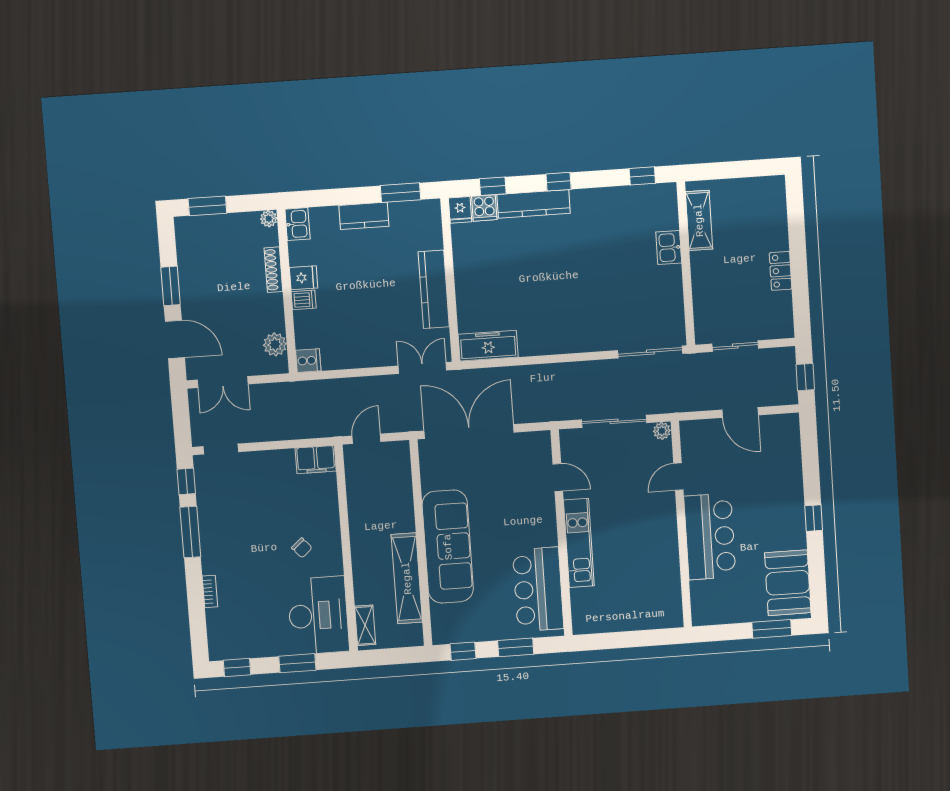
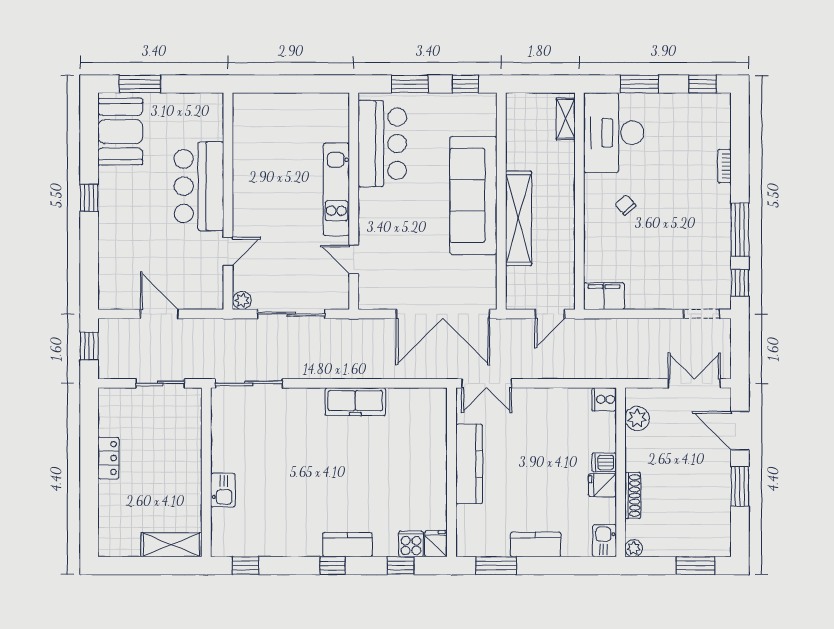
kitchen counter: (534, 204) -> (347, 545), width x0.67
shelving: (699, 220) -> (171, 545), moved, turned 90
freezer: (488, 346) -> (355, 402), moved
shelving: (407, 578) -> (519, 218), moved

